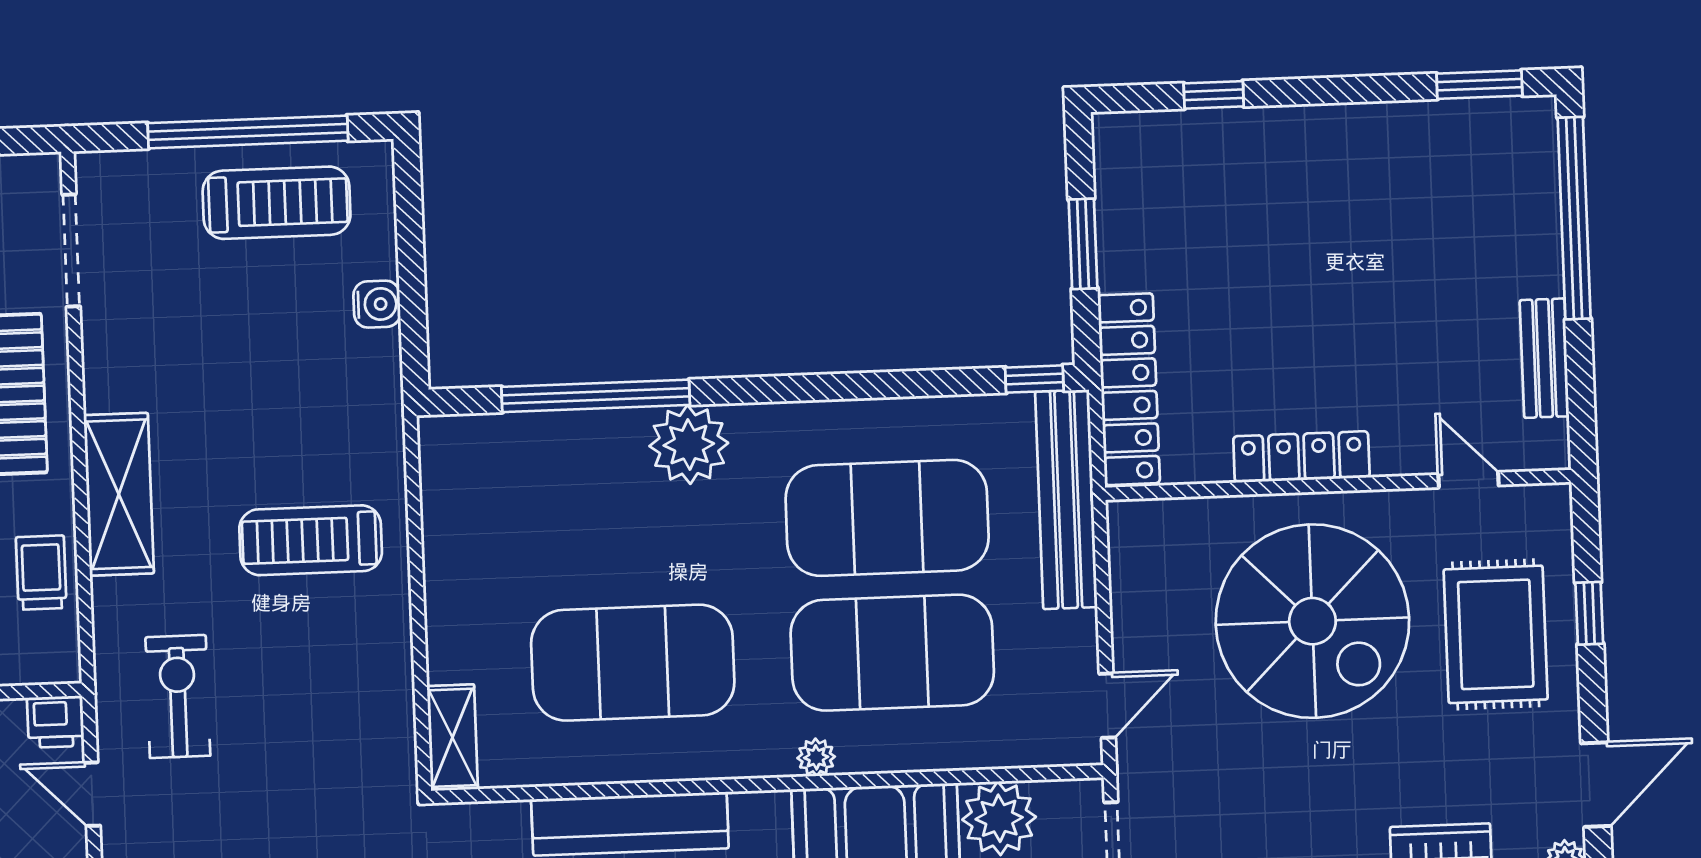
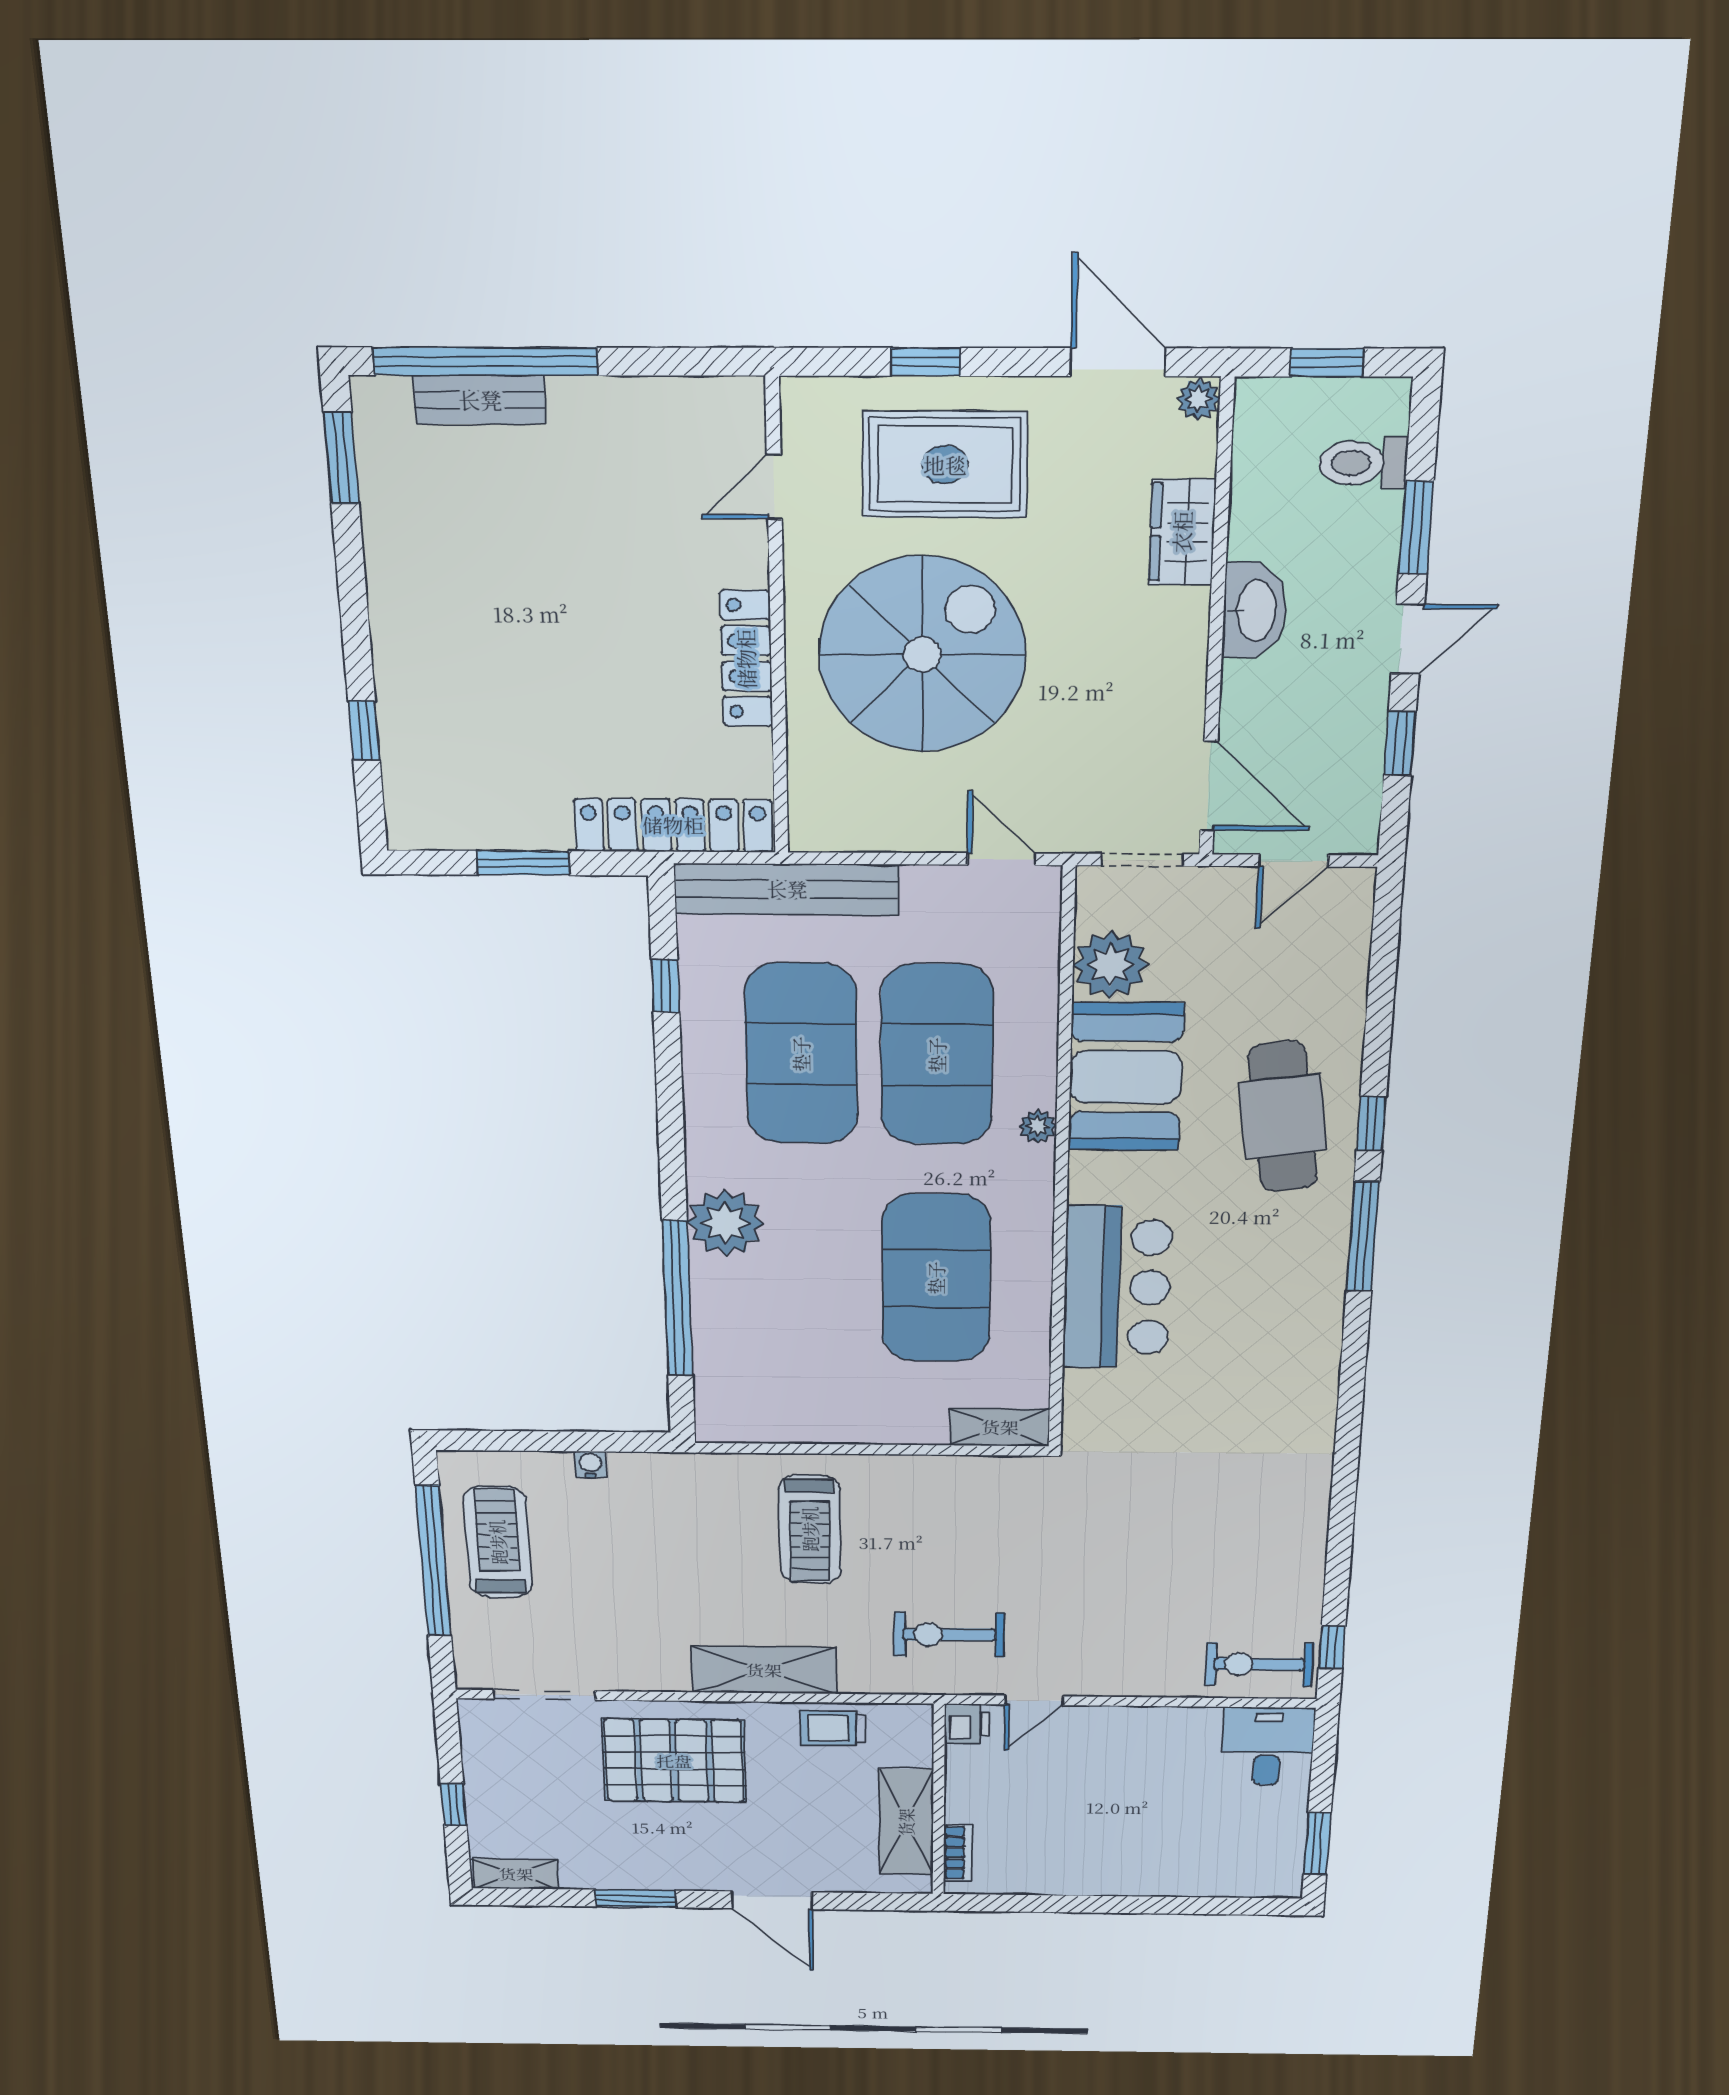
water cooler: (377, 304) -> (590, 1464), width x0.72, depth x0.72
bench: (1544, 358) -> (480, 400), moved
window: (1034, 379) -> (665, 986), moved

